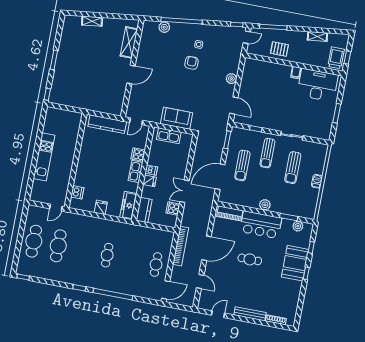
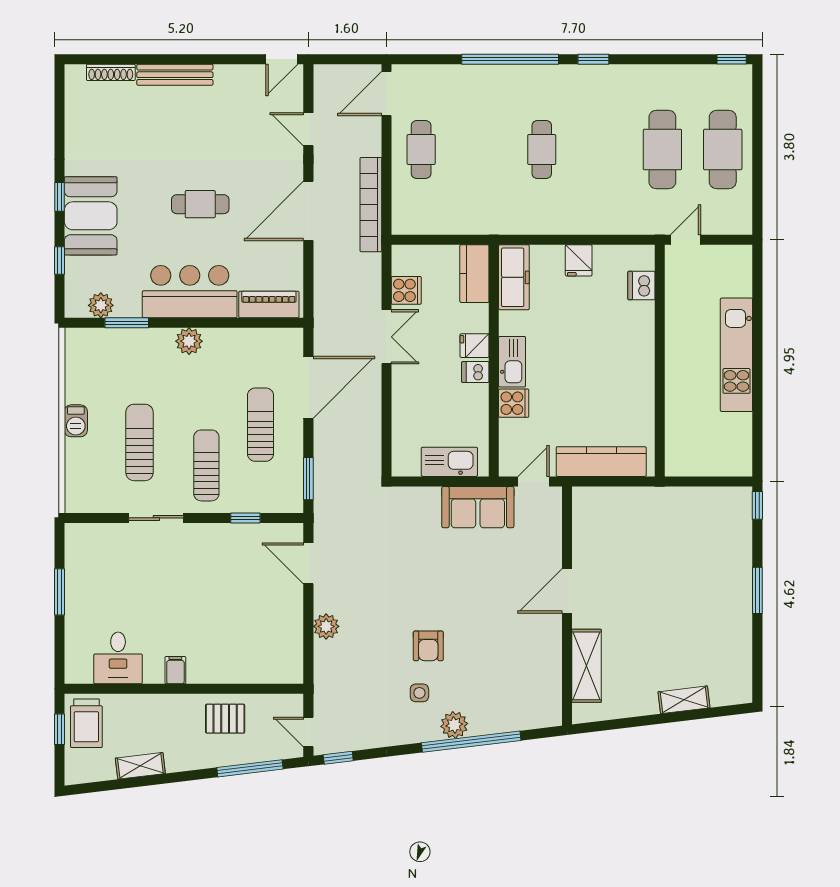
plant: (164, 27) -> (454, 725), moved
door: (247, 37) -> (308, 732), hinge flipped
desk: (318, 85) -> (118, 658), width x0.53, depth x0.77
sofa: (177, 118) -> (478, 507), moved
door: (218, 314) -> (282, 59), moved

